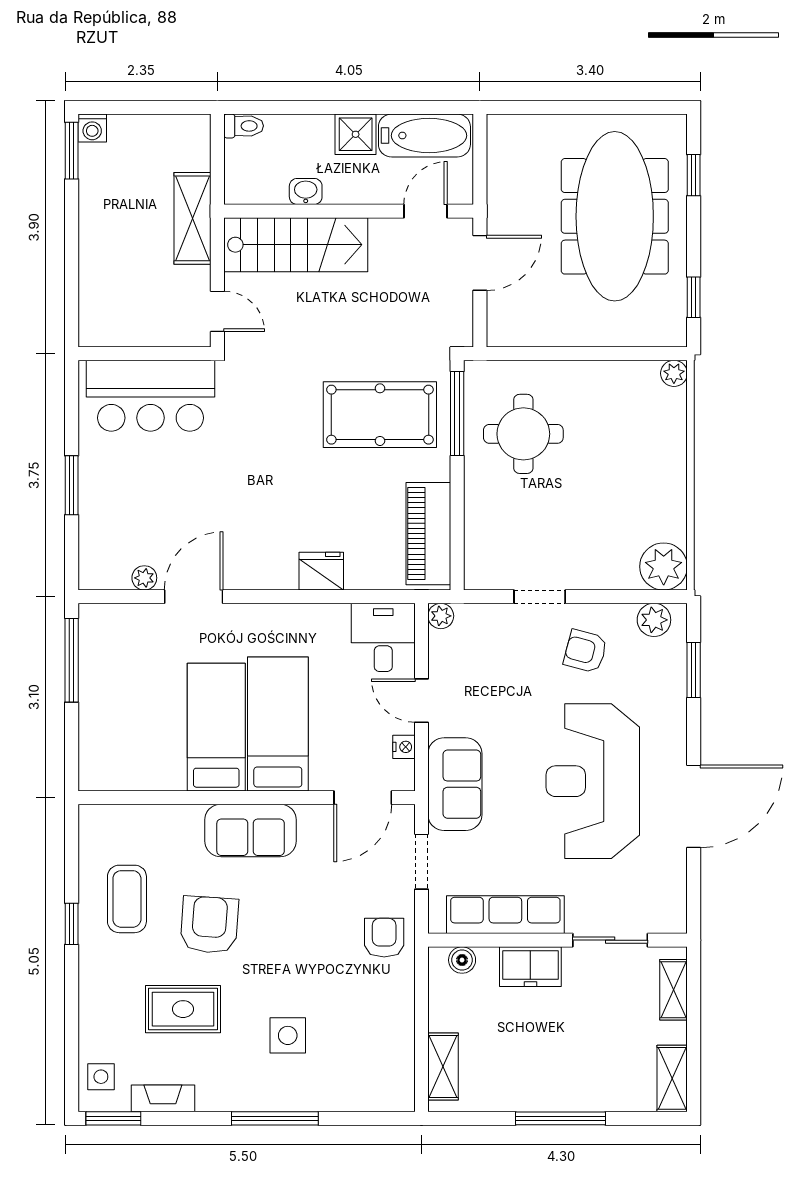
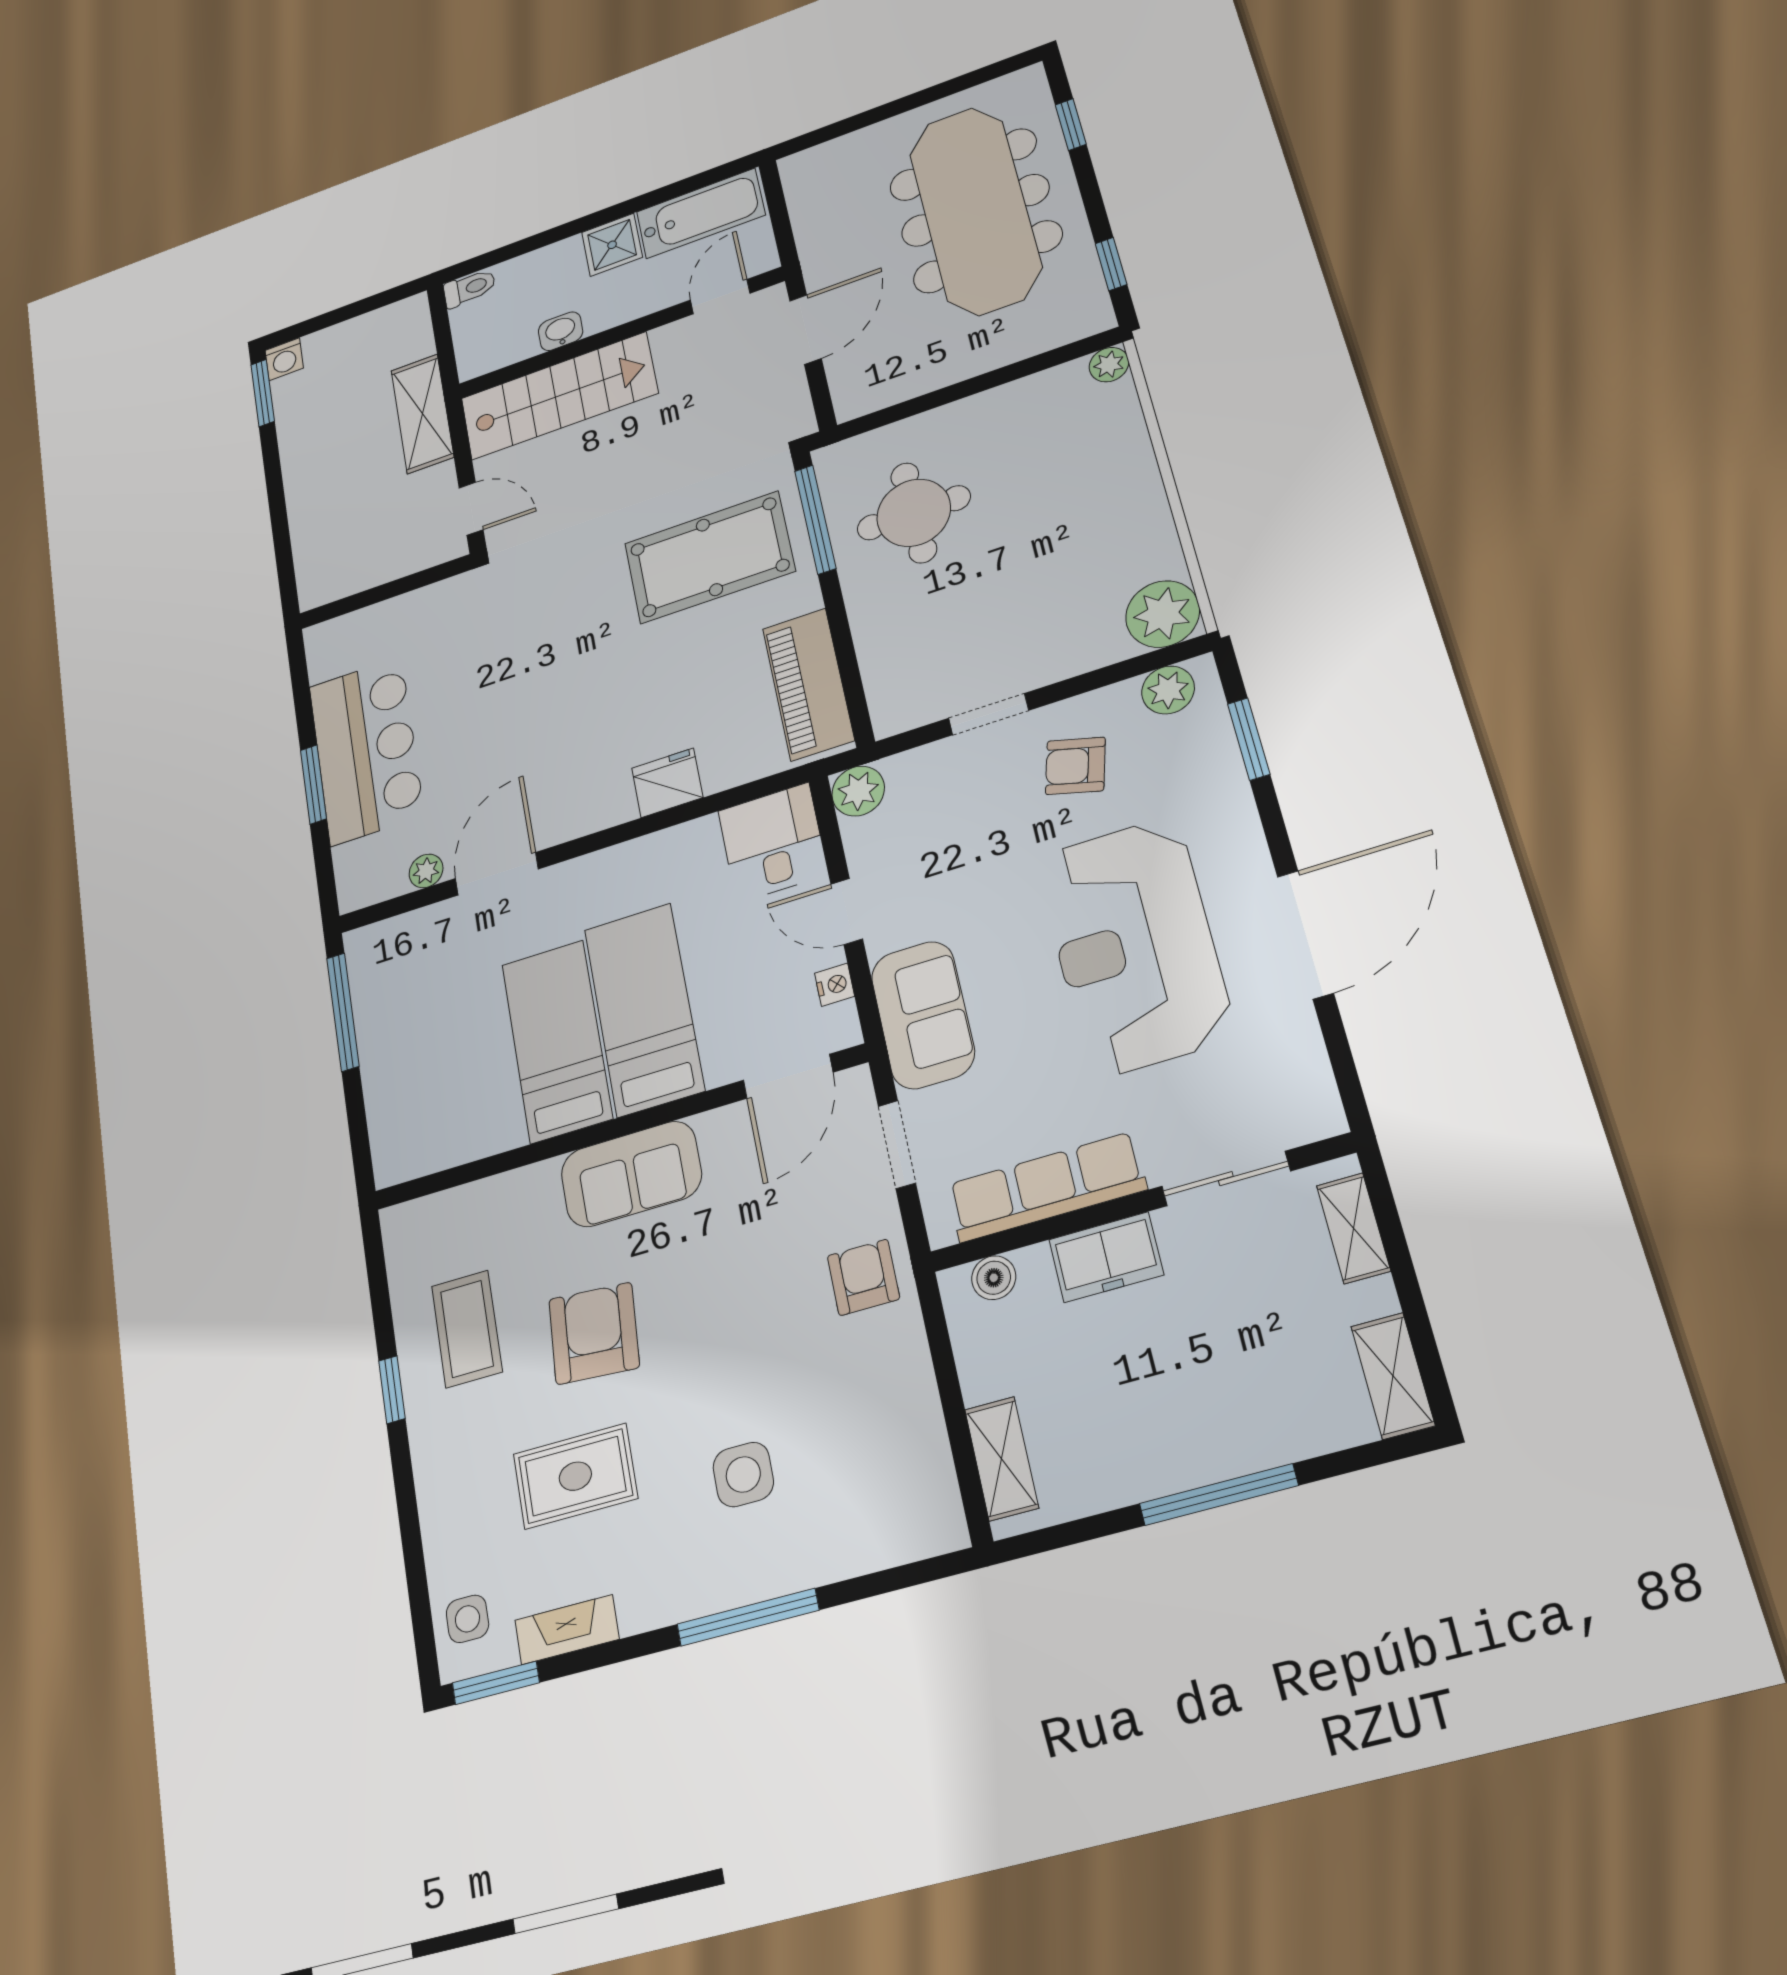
bar counter: (151, 396) -> (366, 751), moved, turned -90
plant: (441, 616) -> (858, 791), width x1.38, depth x1.38

